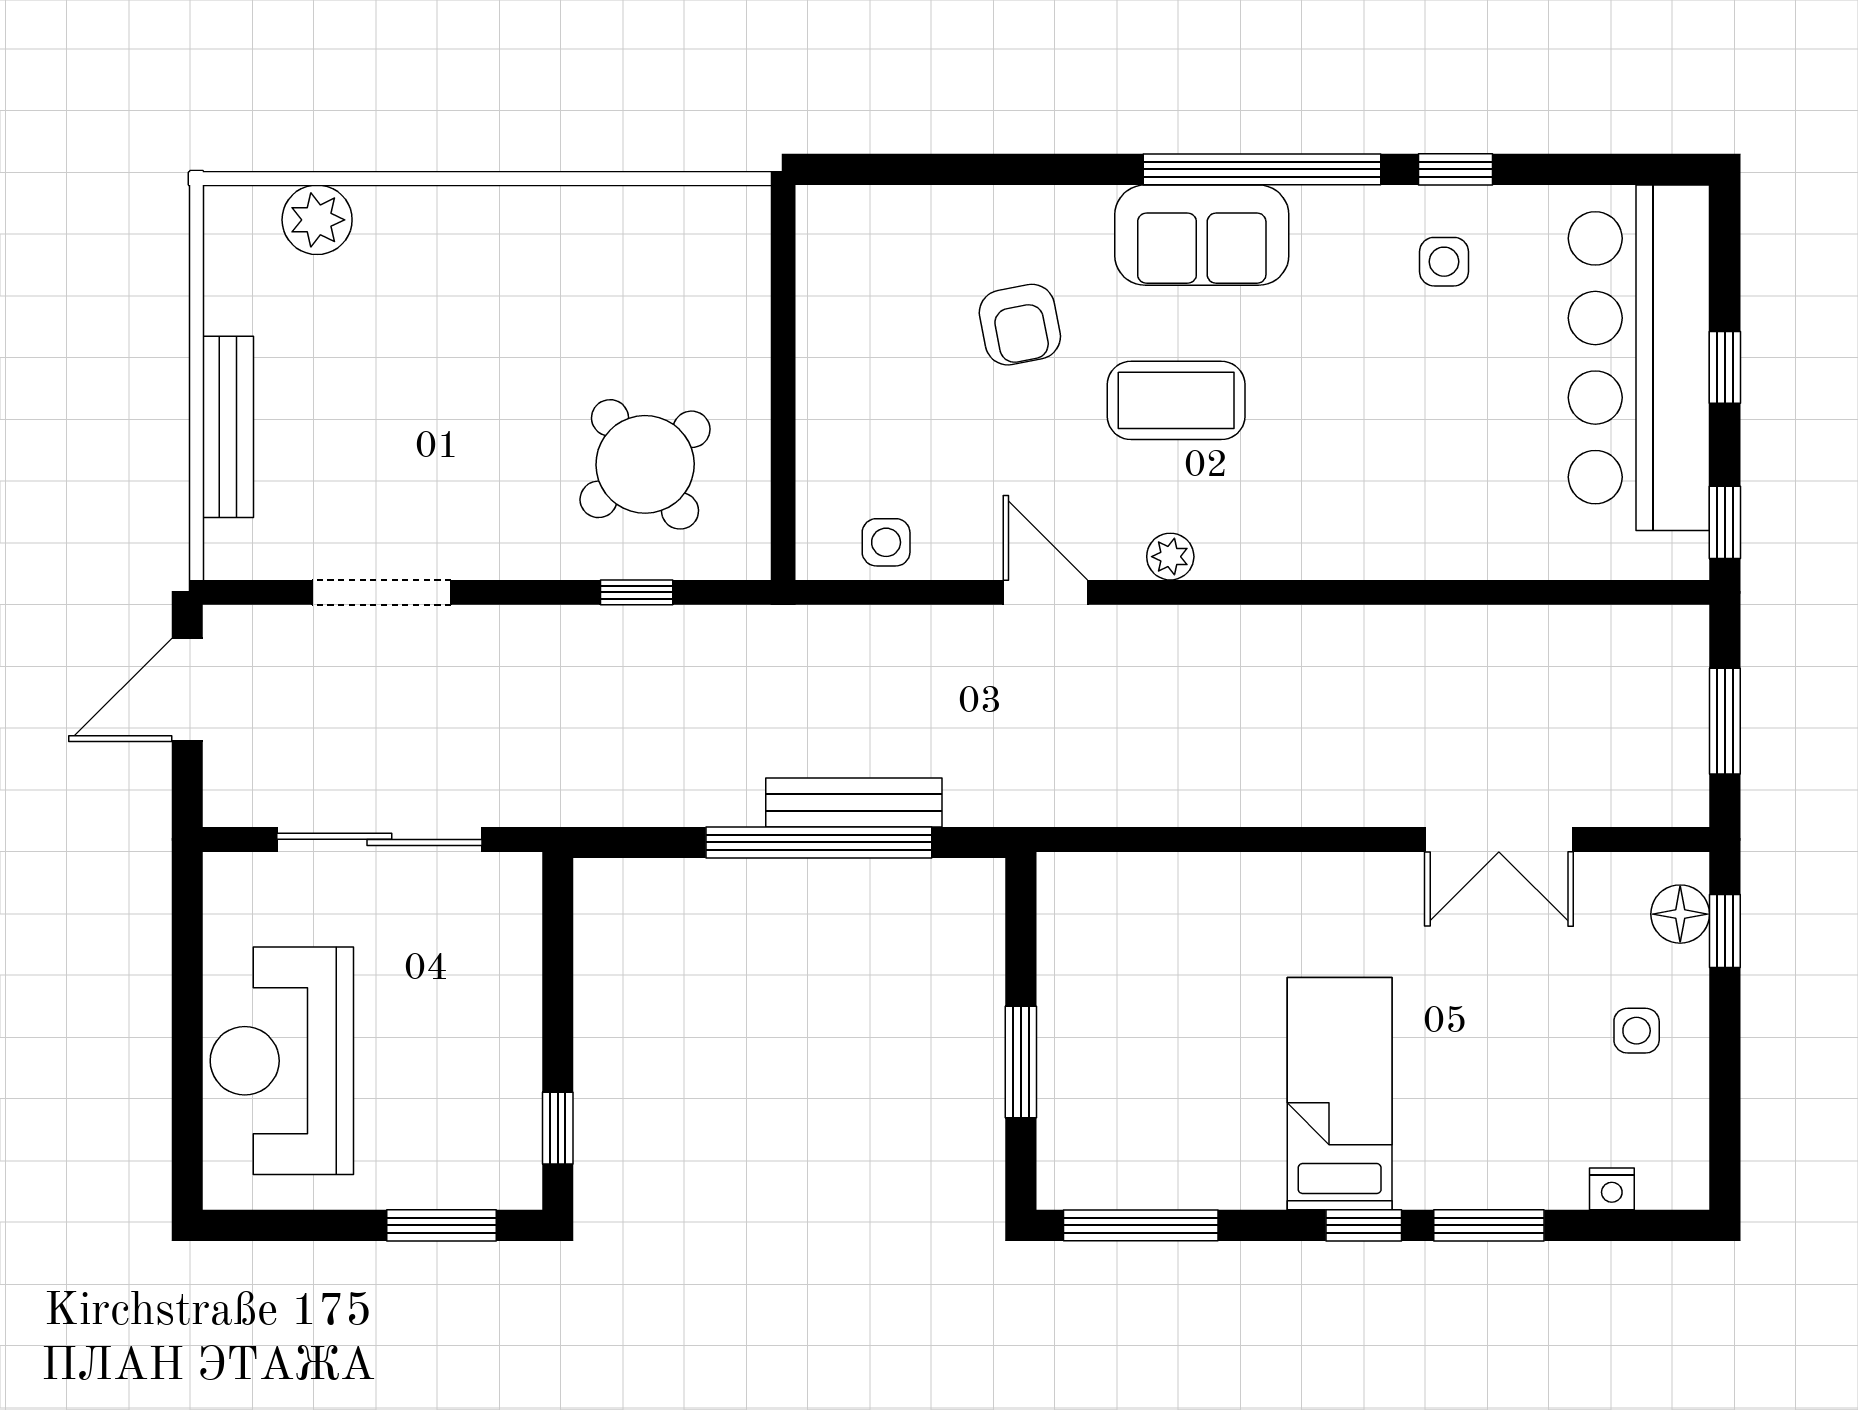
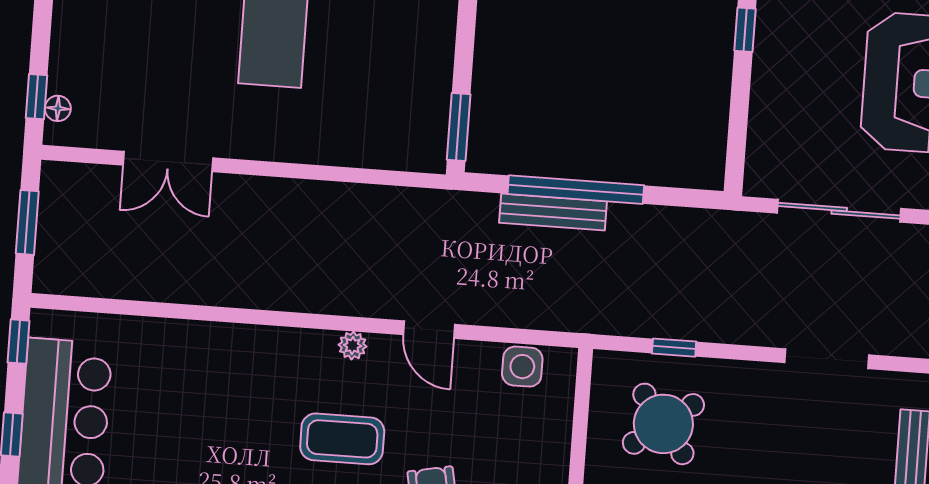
side table: (886, 542) -> (522, 367), width x1.37, depth x1.37
double door: (1499, 839) -> (168, 161), swing flipped
floor lamp: (1680, 914) -> (58, 108), width x0.73, depth x0.73
side table: (1637, 1031) -> (94, 41), removed
window: (1021, 1062) -> (459, 127), moved

